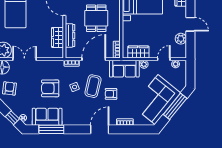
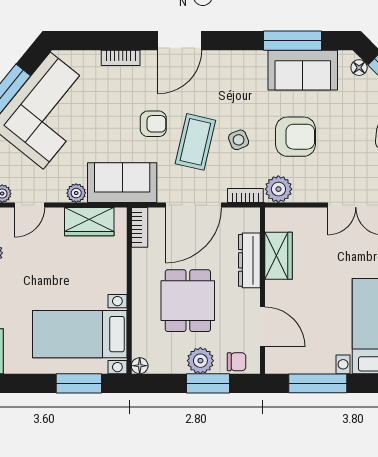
plant: (57, 66) -> (278, 189), added

